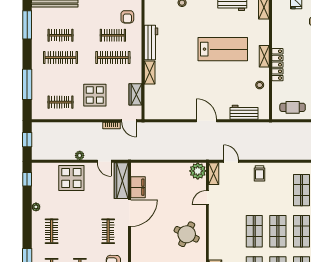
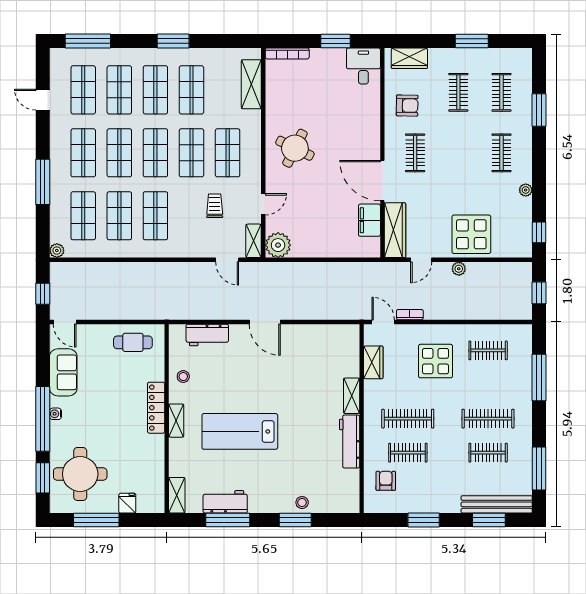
door: (104, 161) -> (421, 260), swing flipped
trolley: (259, 173) -> (215, 206), moved
shop shelf: (278, 190) -> (155, 216), added
door: (130, 213) -> (382, 181), hinge flipped
shop shelf: (231, 231) -> (228, 153), added

